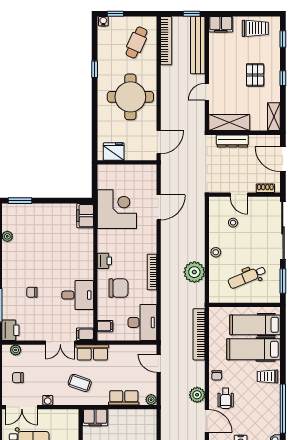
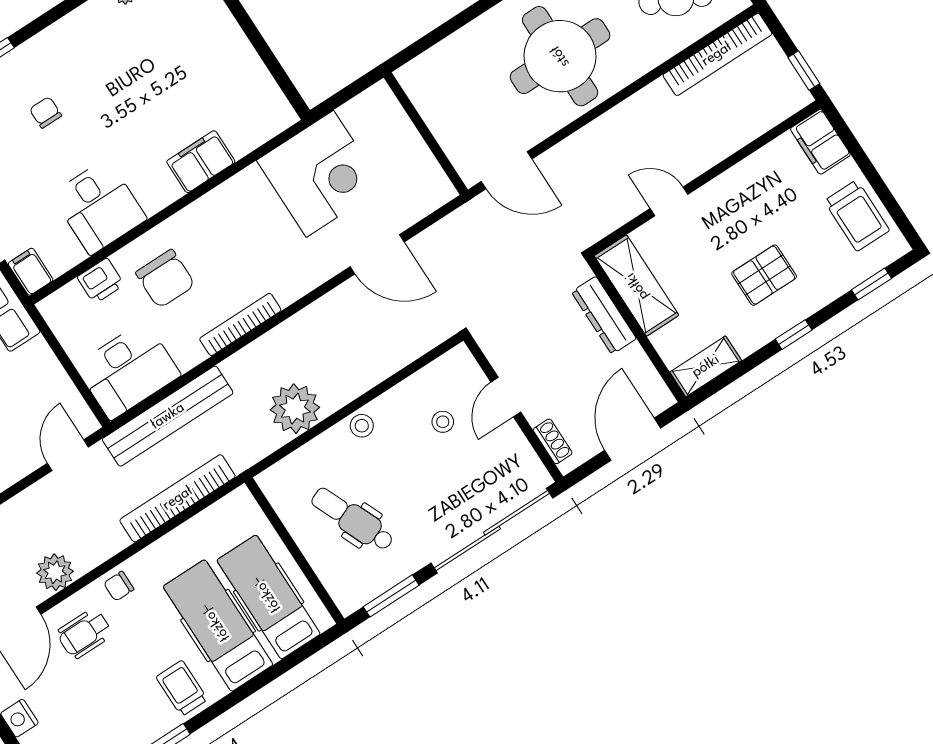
bench: (198, 45) -> (168, 416), moved
fridge: (114, 152) -> (430, 93), removed
filing cabinet: (85, 216) -> (201, 162), moved
printer: (104, 261) -> (101, 281), moved
filing cabinet: (105, 326) -> (73, 301), removed

